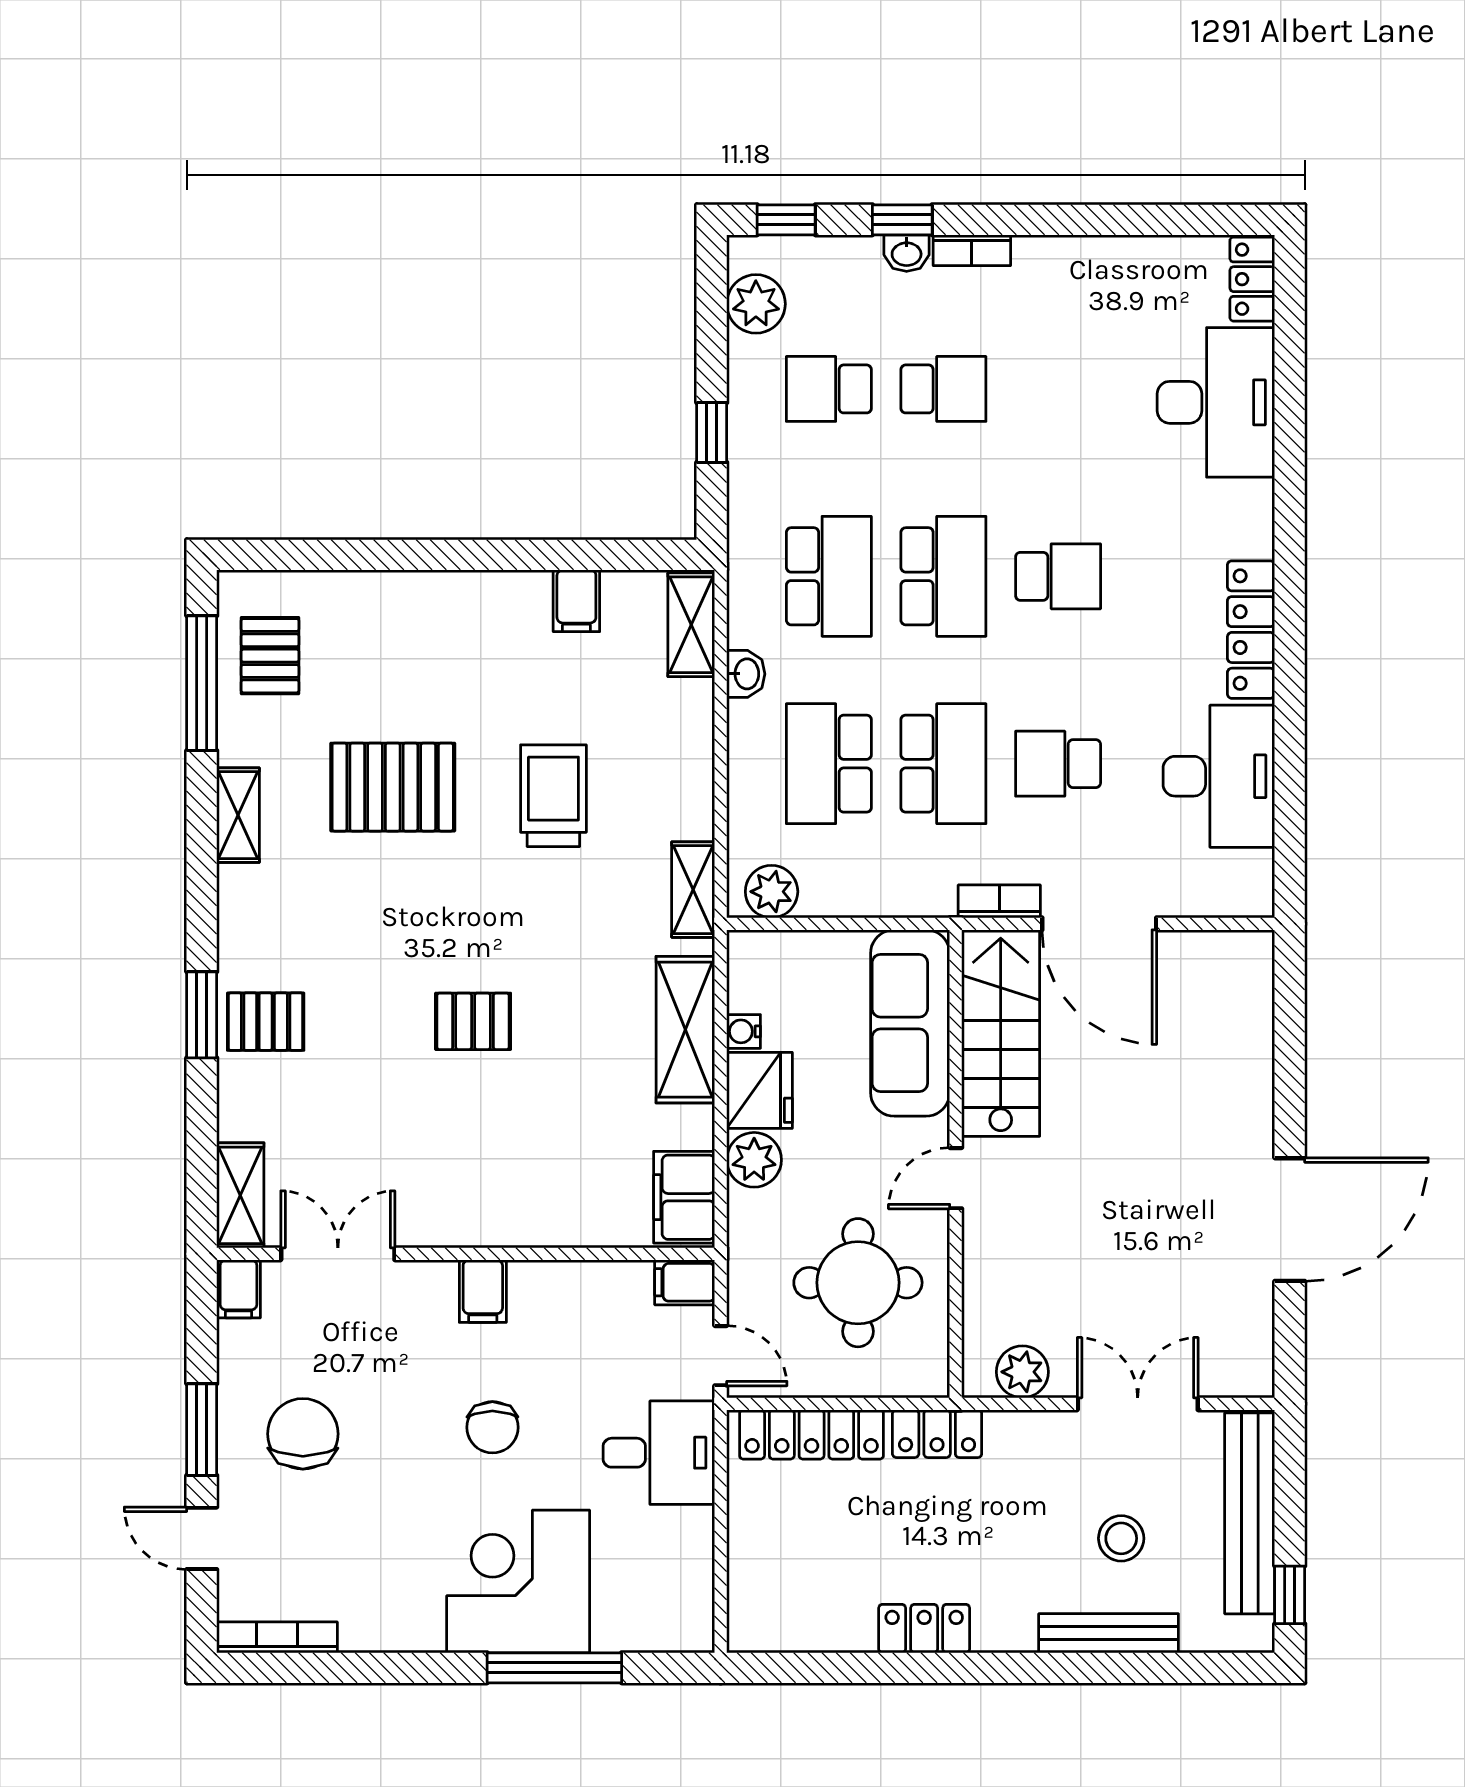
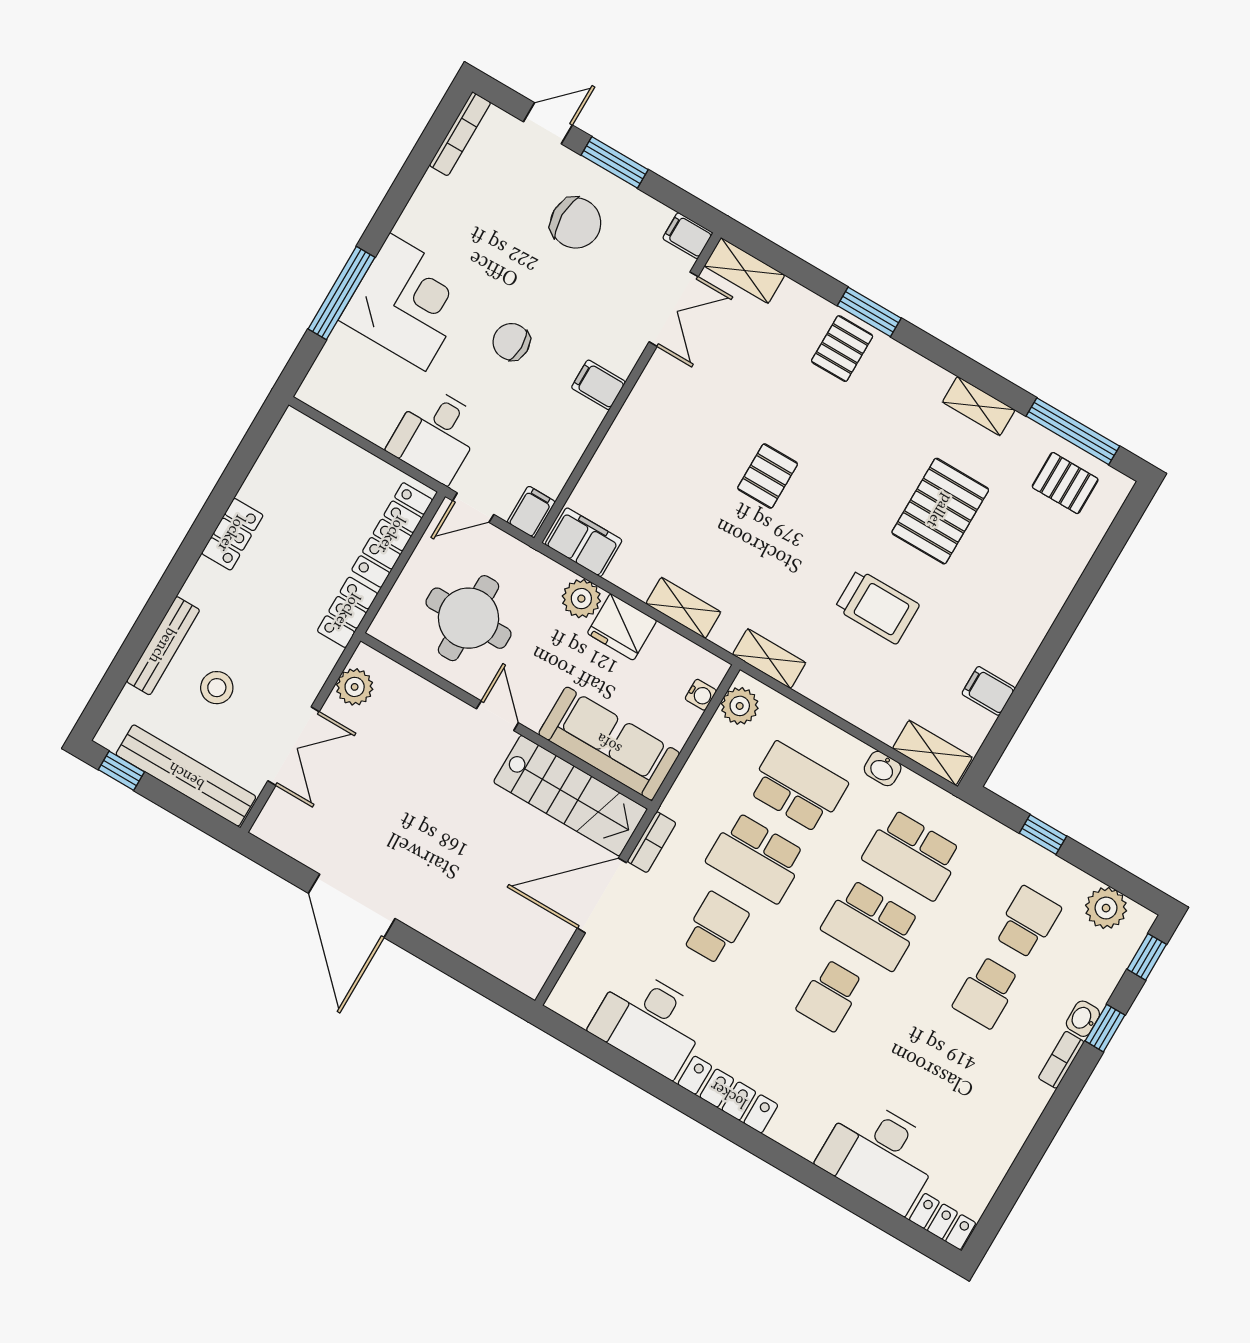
shelving: (685, 1030) -> (683, 608), width x0.67, depth x0.75
water cooler: (744, 1031) -> (701, 695), moved, turned 90

